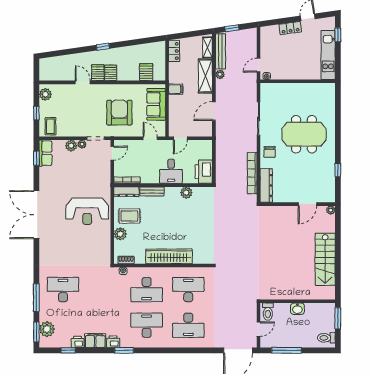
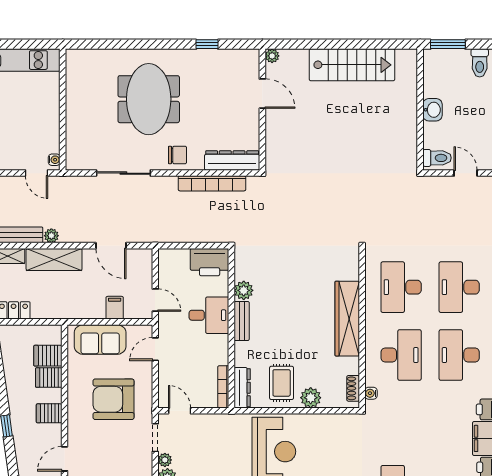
server rack: (98, 73) -> (49, 378), moved
filing cabinet: (176, 89) -> (115, 308), moved
bench: (152, 191) -> (242, 321), moved
desk: (188, 325) -> (459, 287), turned 180

